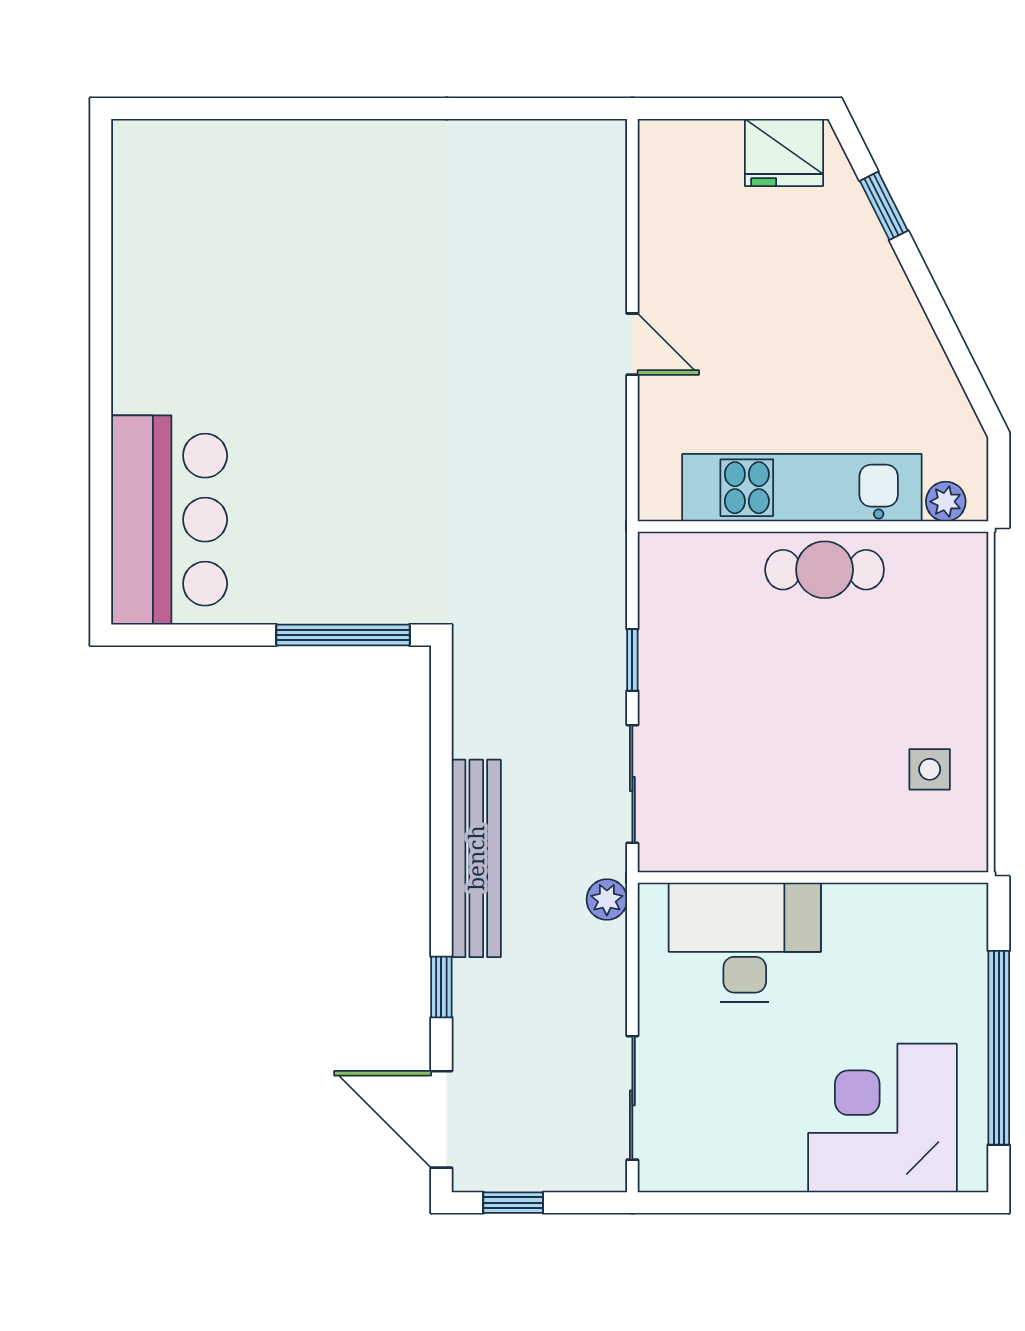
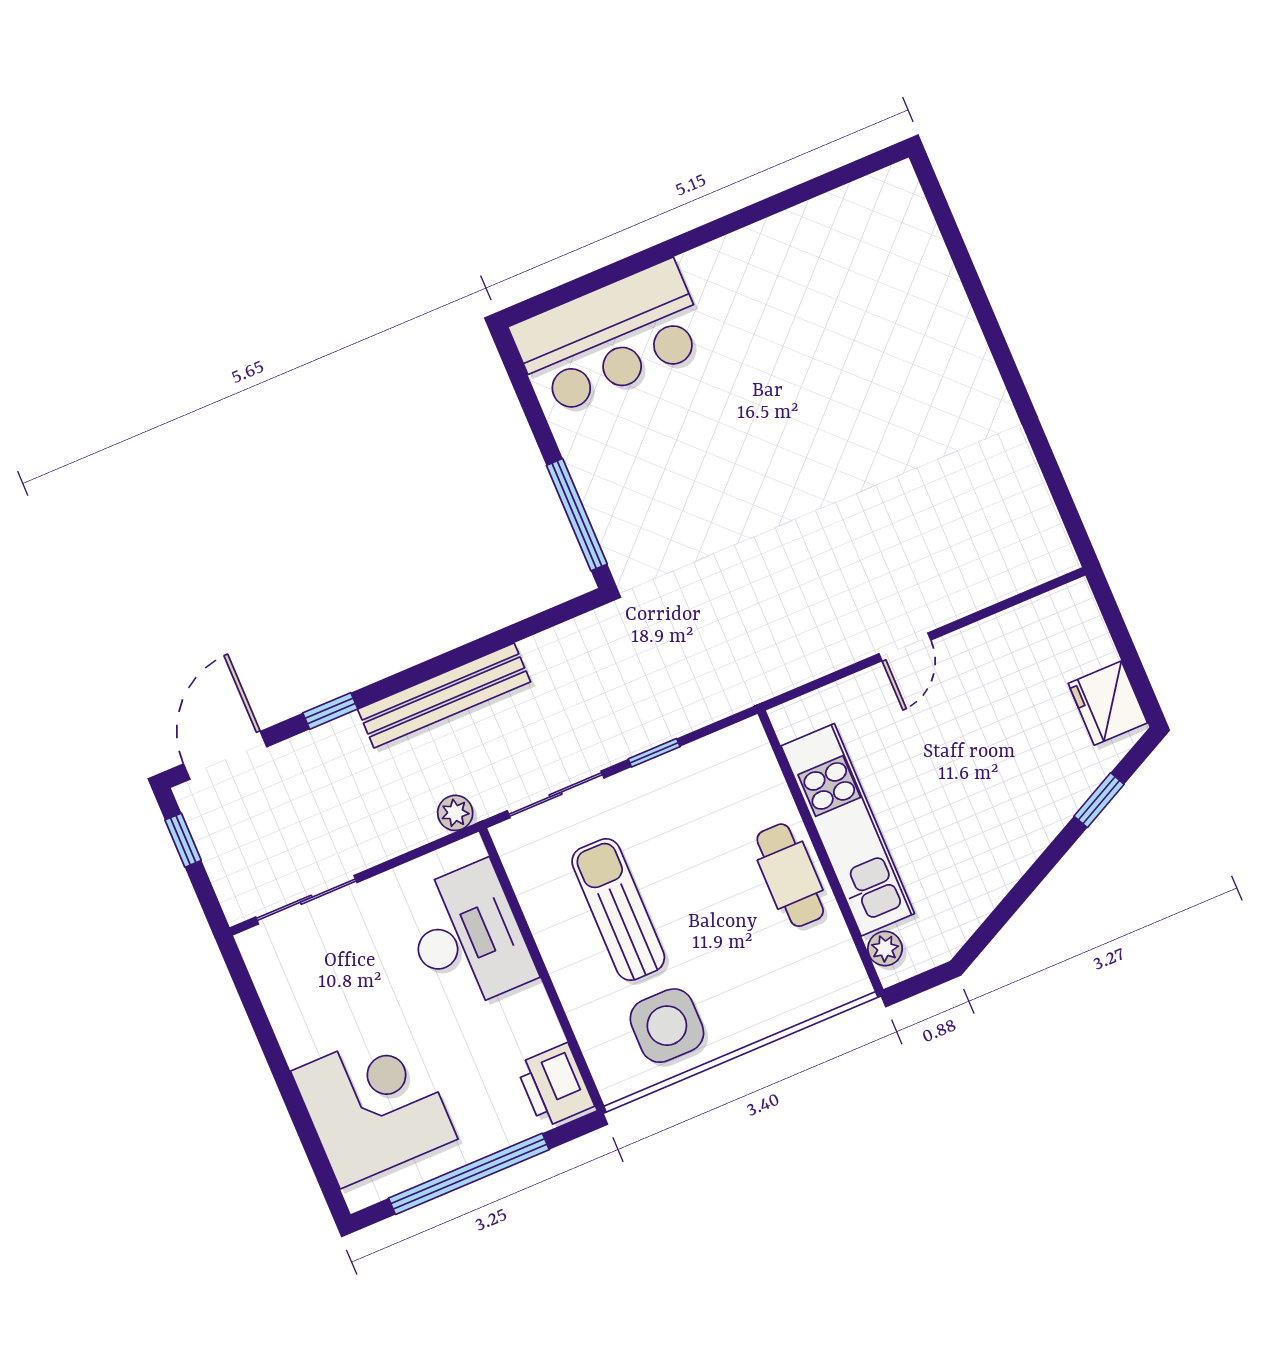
sun lounger: (784, 769) -> (618, 910), added
side table: (930, 769) -> (667, 1026), width x1.87, depth x1.87
printer: (943, 916) -> (555, 1085), added

